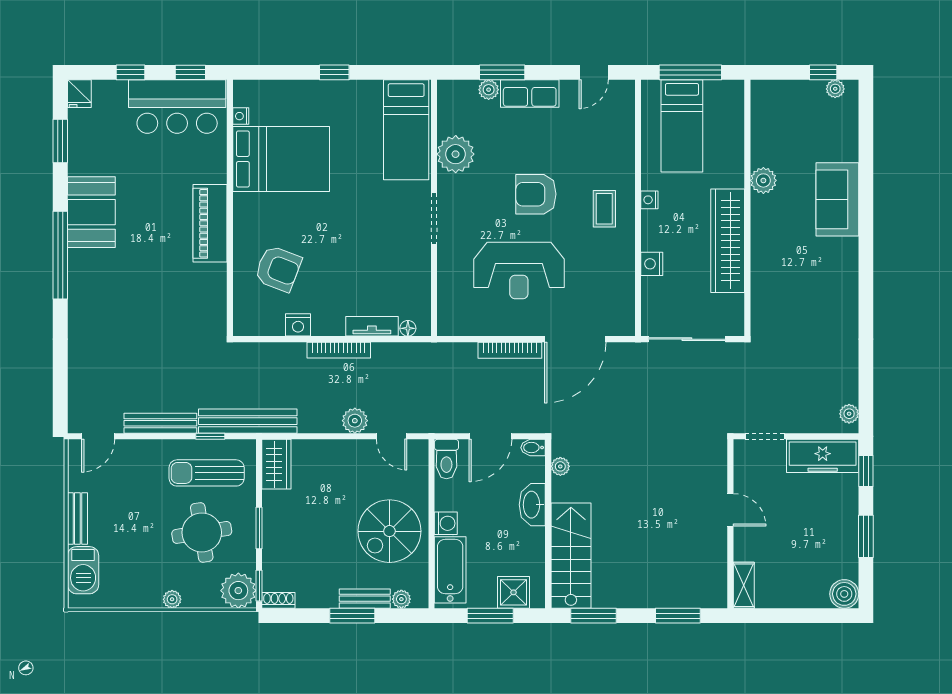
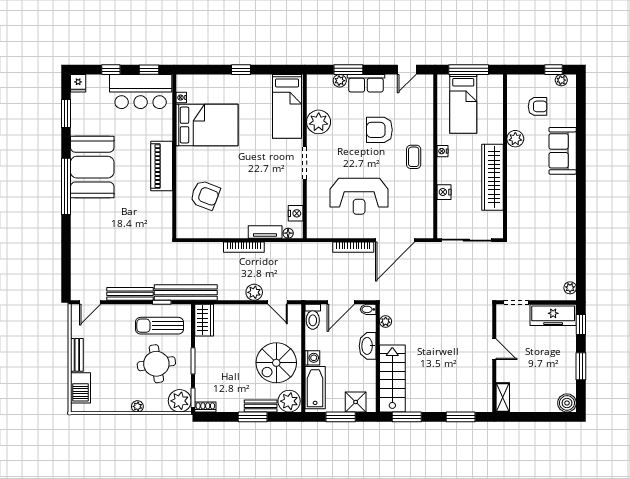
armchair: (798, 130) -> (538, 106), added
armchair: (536, 194) -> (379, 130), moved
booth: (91, 212) -> (92, 167), width x1.36, depth x1.42
nightstand: (298, 325) -> (296, 213), moved, turned -90
plant: (401, 599) -> (289, 401), width x1.88, depth x1.88

